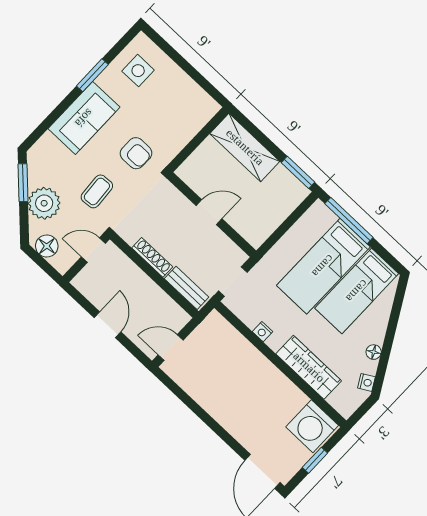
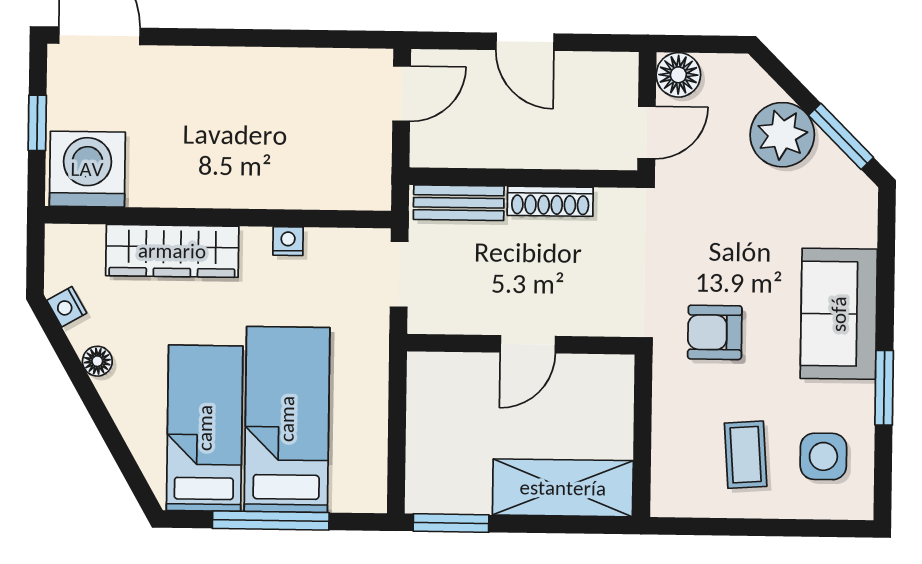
coffee table: (97, 191) -> (746, 455), moved
window: (349, 221) -> (271, 520), moved
floor lamp: (47, 246) -> (678, 75), moved

